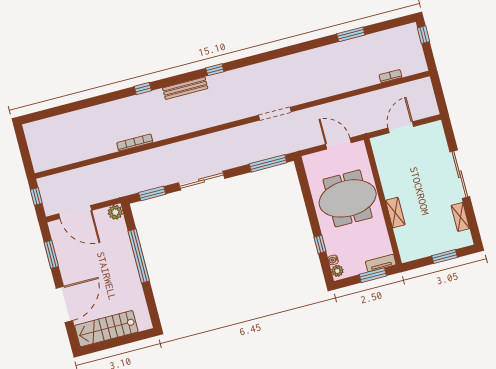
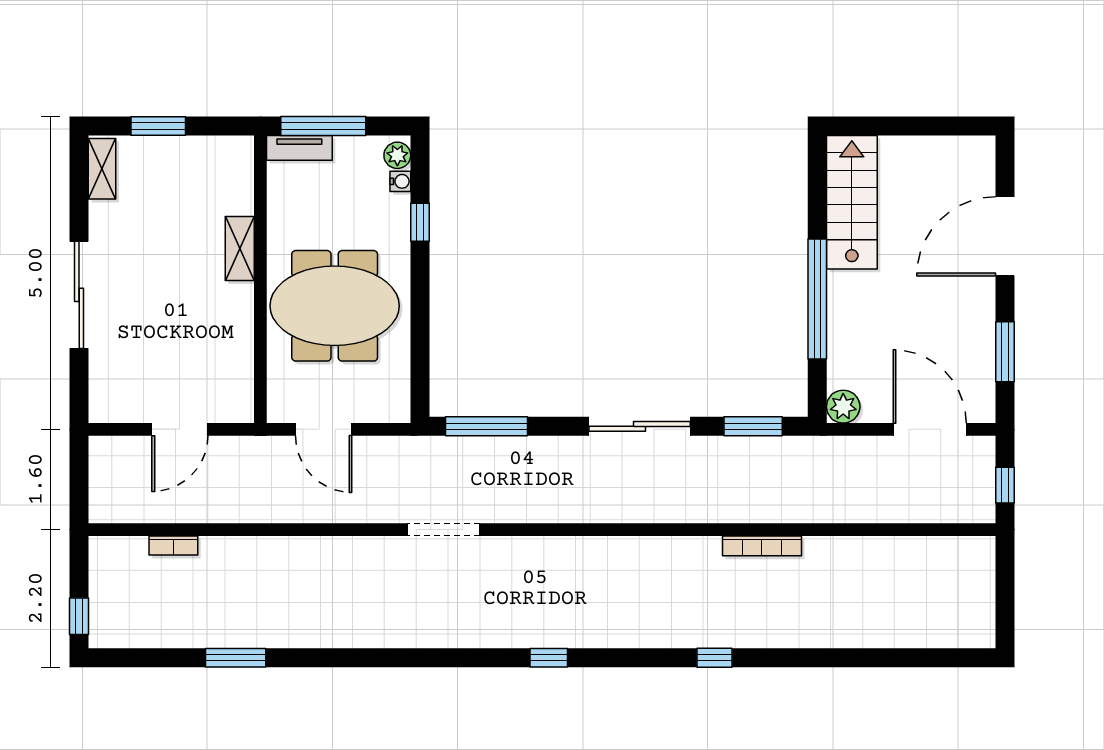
bench: (185, 88) -> (623, 635), removed
shelving: (460, 217) -> (102, 169), moved
window: (373, 275) -> (323, 126), width x1.44
stairs: (106, 329) -> (852, 202), moved, turned -90

